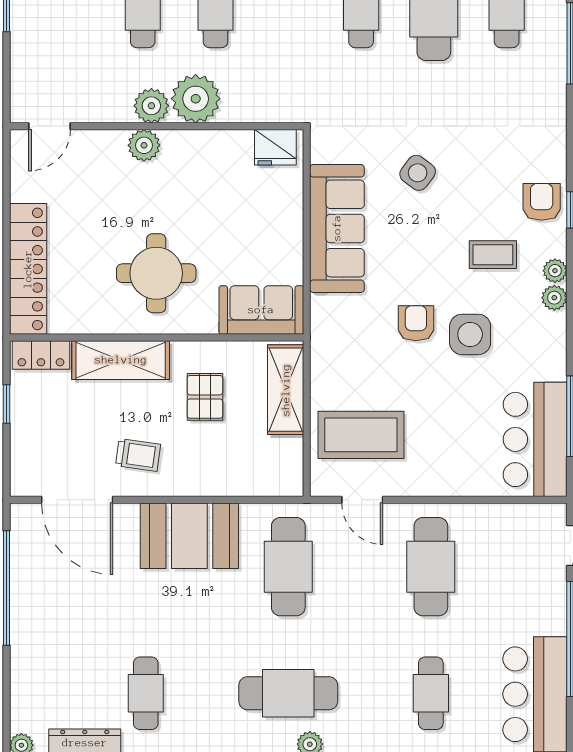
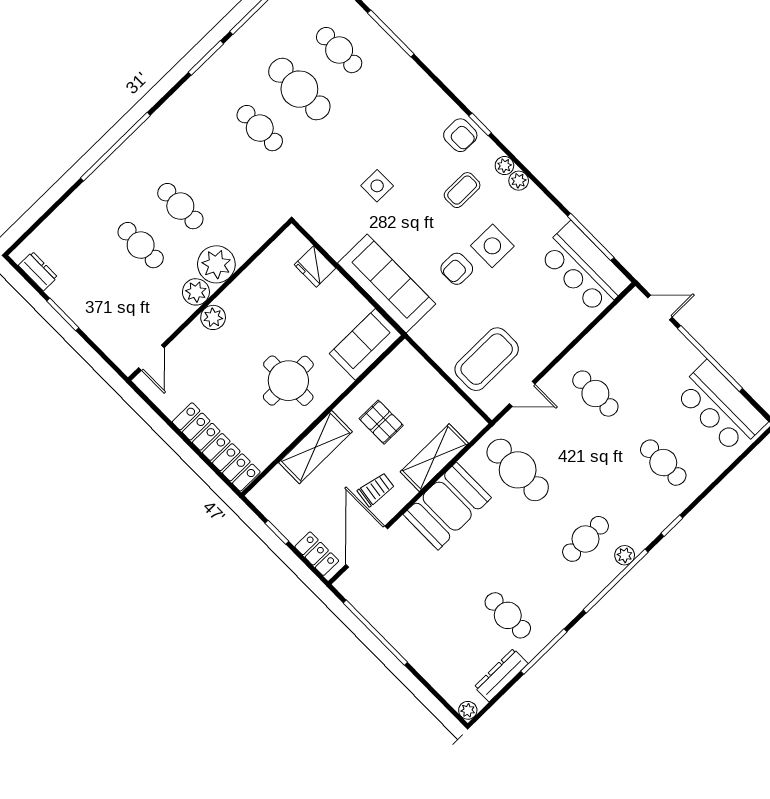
fridge: (275, 147) -> (315, 266), moved, turned 90
side table: (418, 173) -> (377, 186), turned -37
armchair: (542, 202) -> (460, 135), turned 180
sofa: (337, 228) -> (387, 283), moved
armchair: (416, 323) -> (457, 269), turned -90
locker: (41, 355) -> (317, 554), moved, turned -90
shelving: (286, 390) -> (434, 458), moved, turned 90
door: (77, 500) -> (367, 547), swing flipped
cafe table: (431, 567) -> (595, 394), width x0.73, depth x0.74
cafe table: (288, 693) -> (586, 539), width x0.73, depth x0.74

